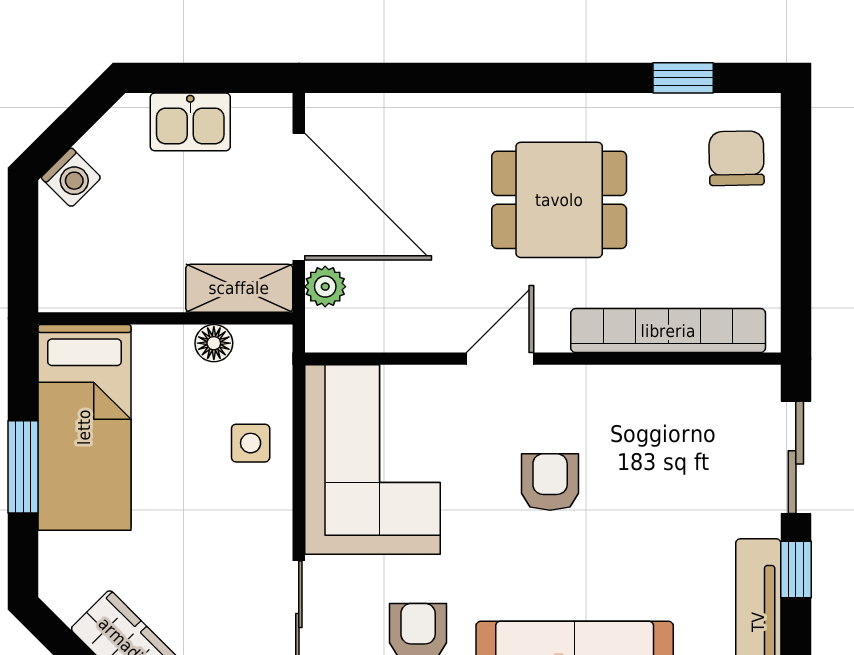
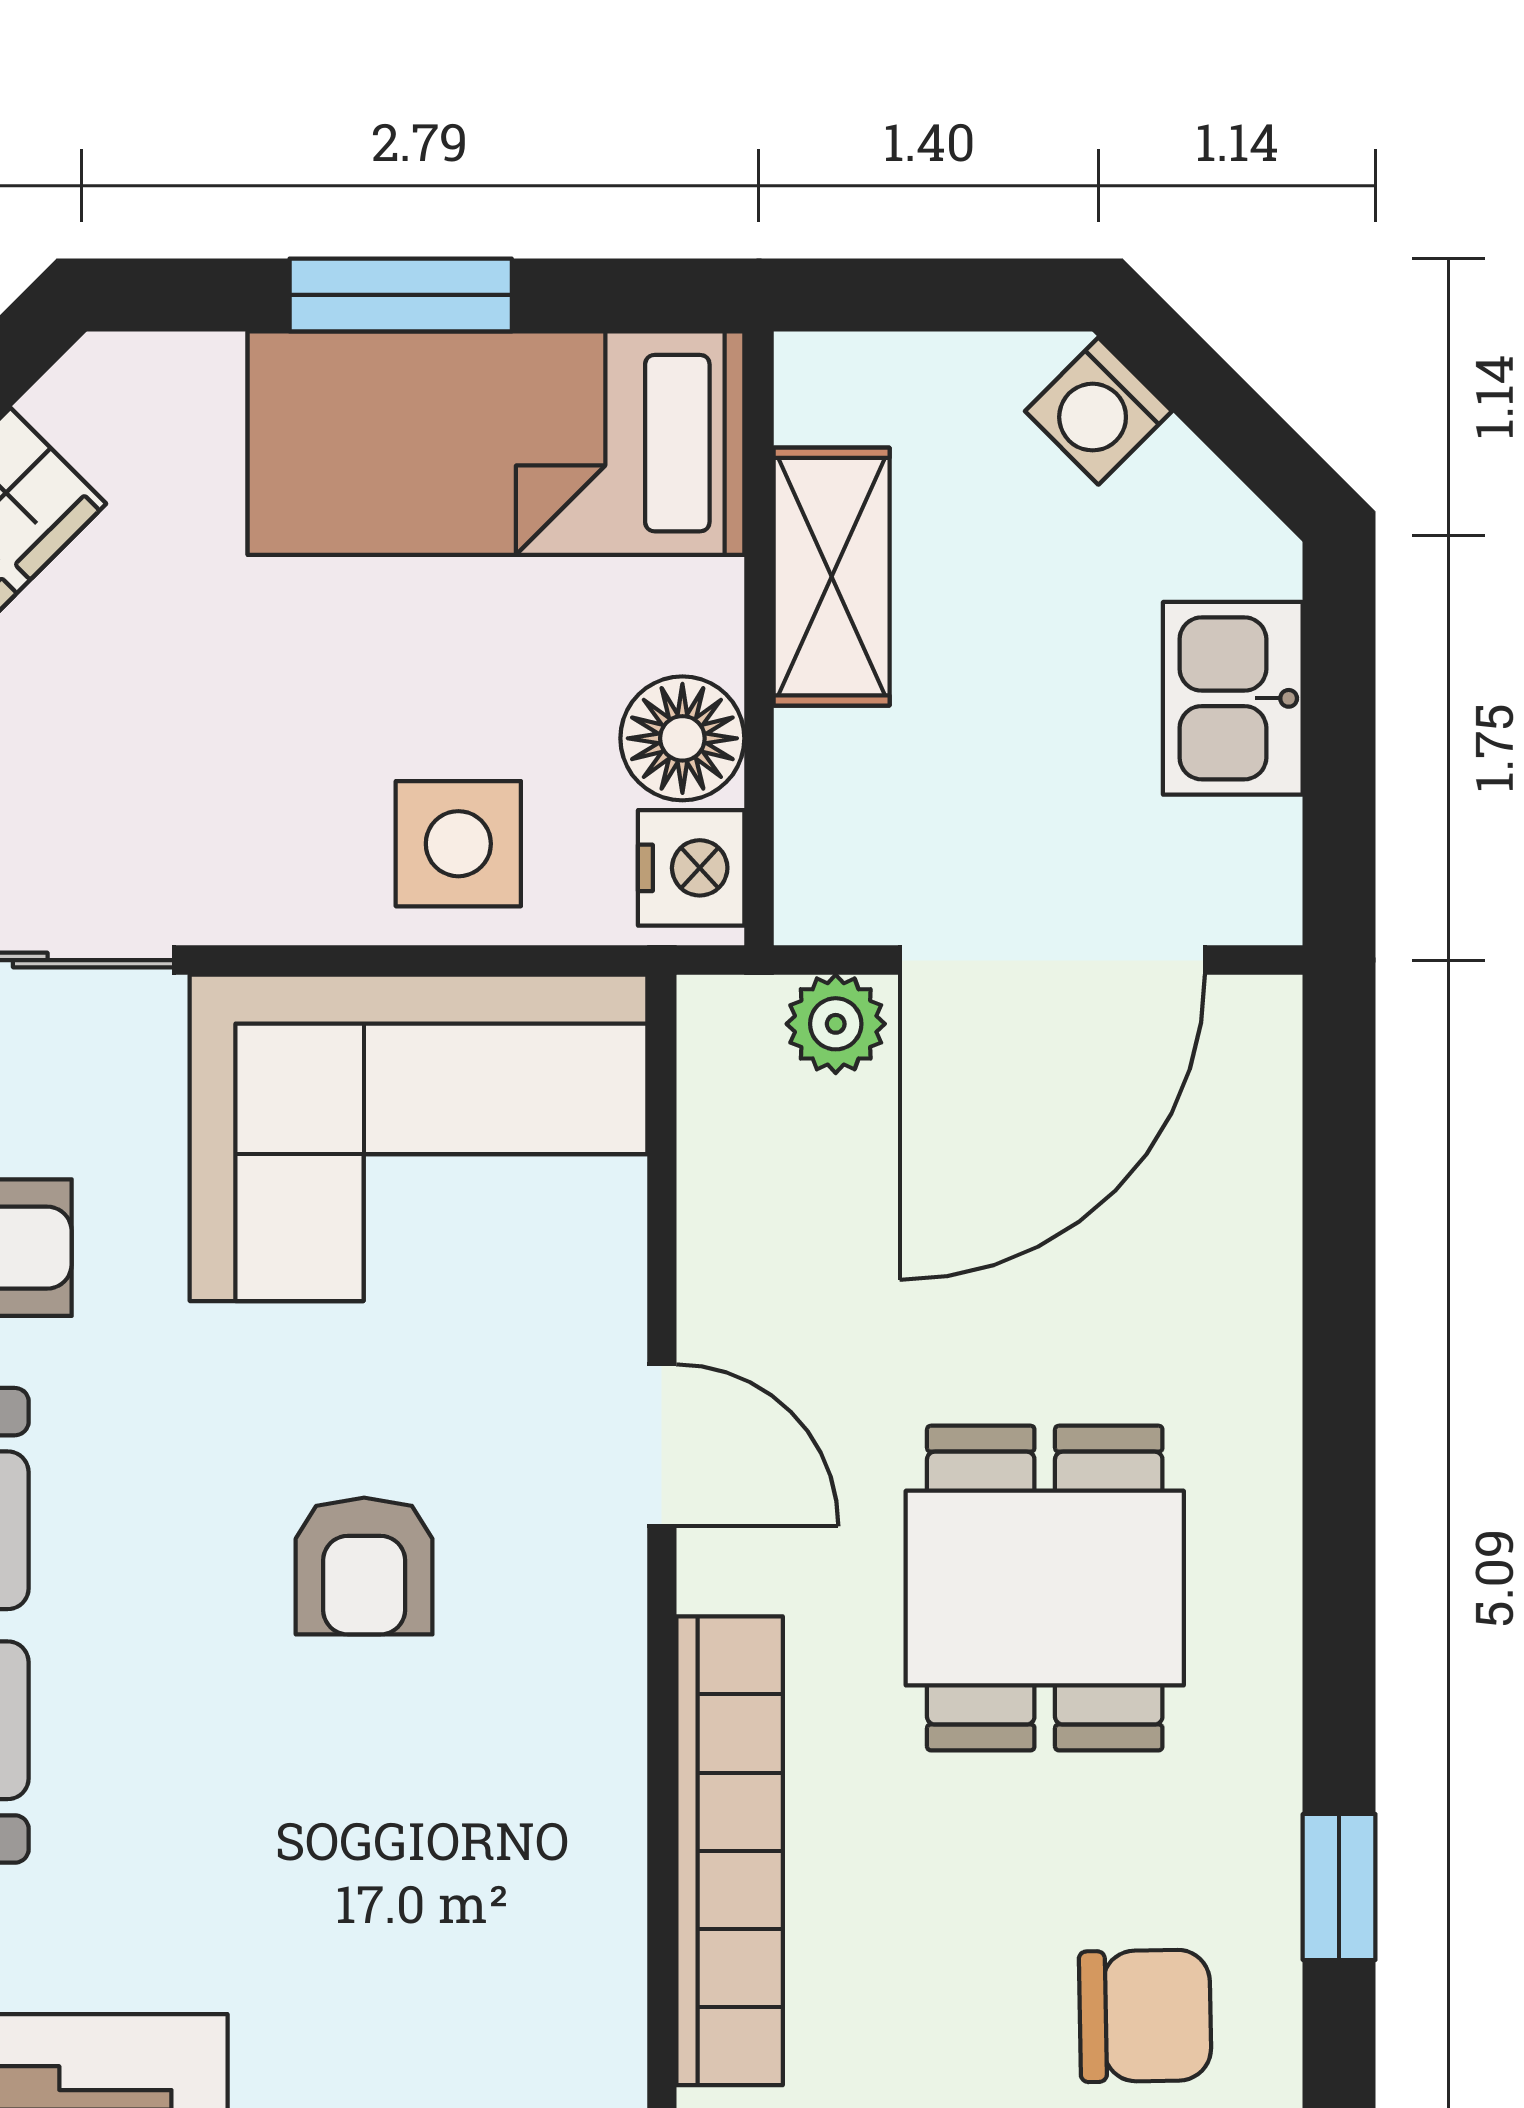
shelving: (239, 288) -> (832, 577), moved
floor lamp: (214, 343) -> (682, 738), width x1.37, depth x1.37
nightstand: (261, 346) -> (691, 868), added
side table: (251, 443) -> (458, 844), width x1.37, depth x1.37
armchair: (550, 482) -> (364, 1566), turned 90

